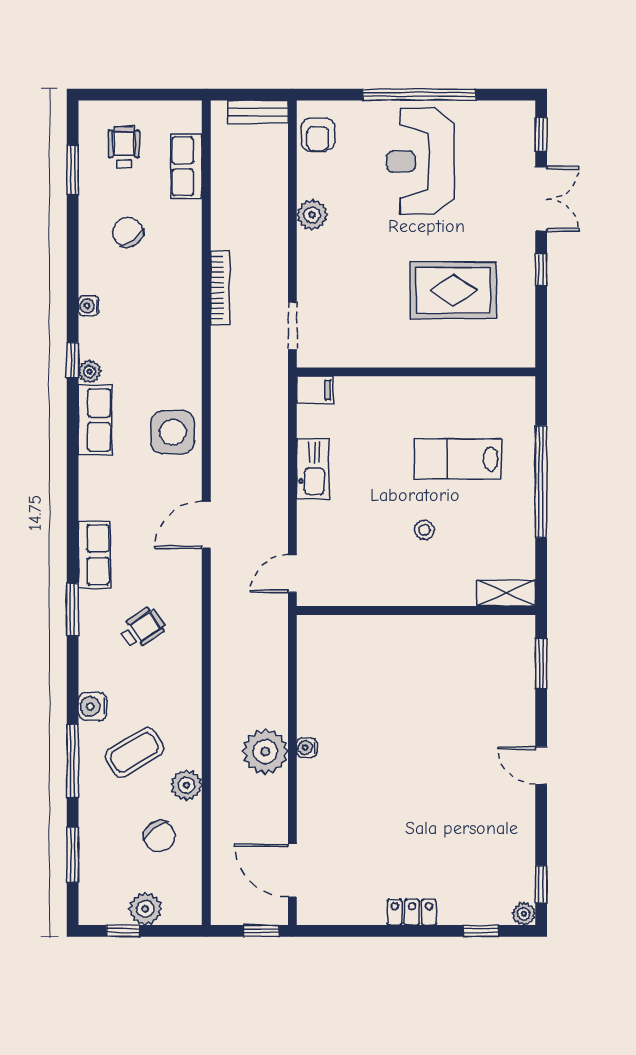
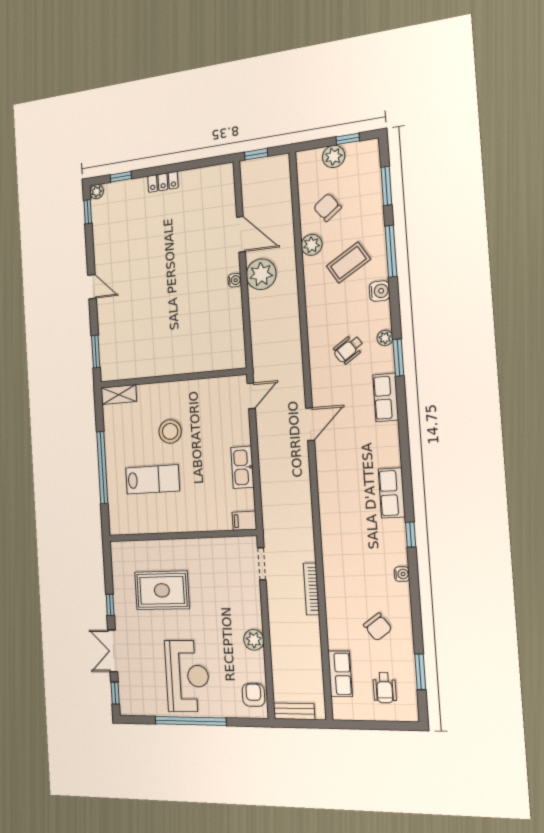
plant: (89, 371) -> (385, 338), moved
side table: (173, 432) -> (337, 487), removed
stool: (424, 530) -> (170, 431), width x1.89, depth x1.89
door: (292, 871) -> (241, 234), moved

